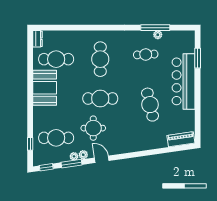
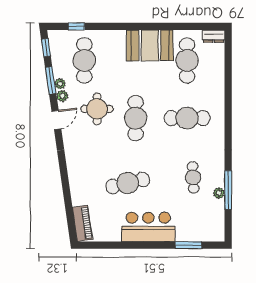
bar counter: (184, 81) -> (148, 227), width x0.73

